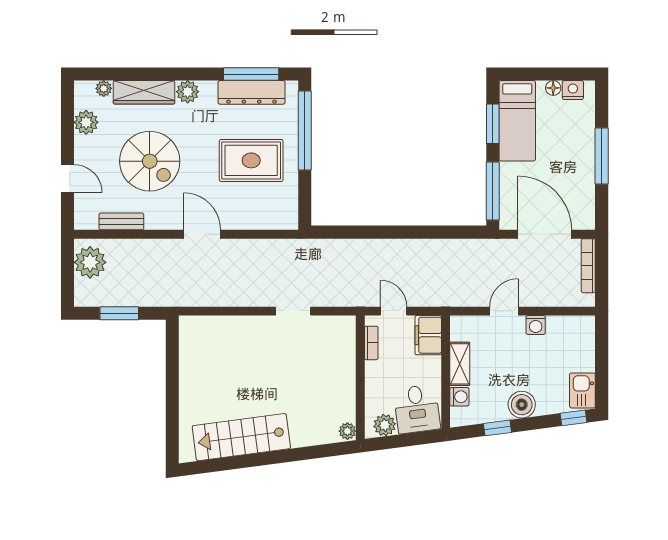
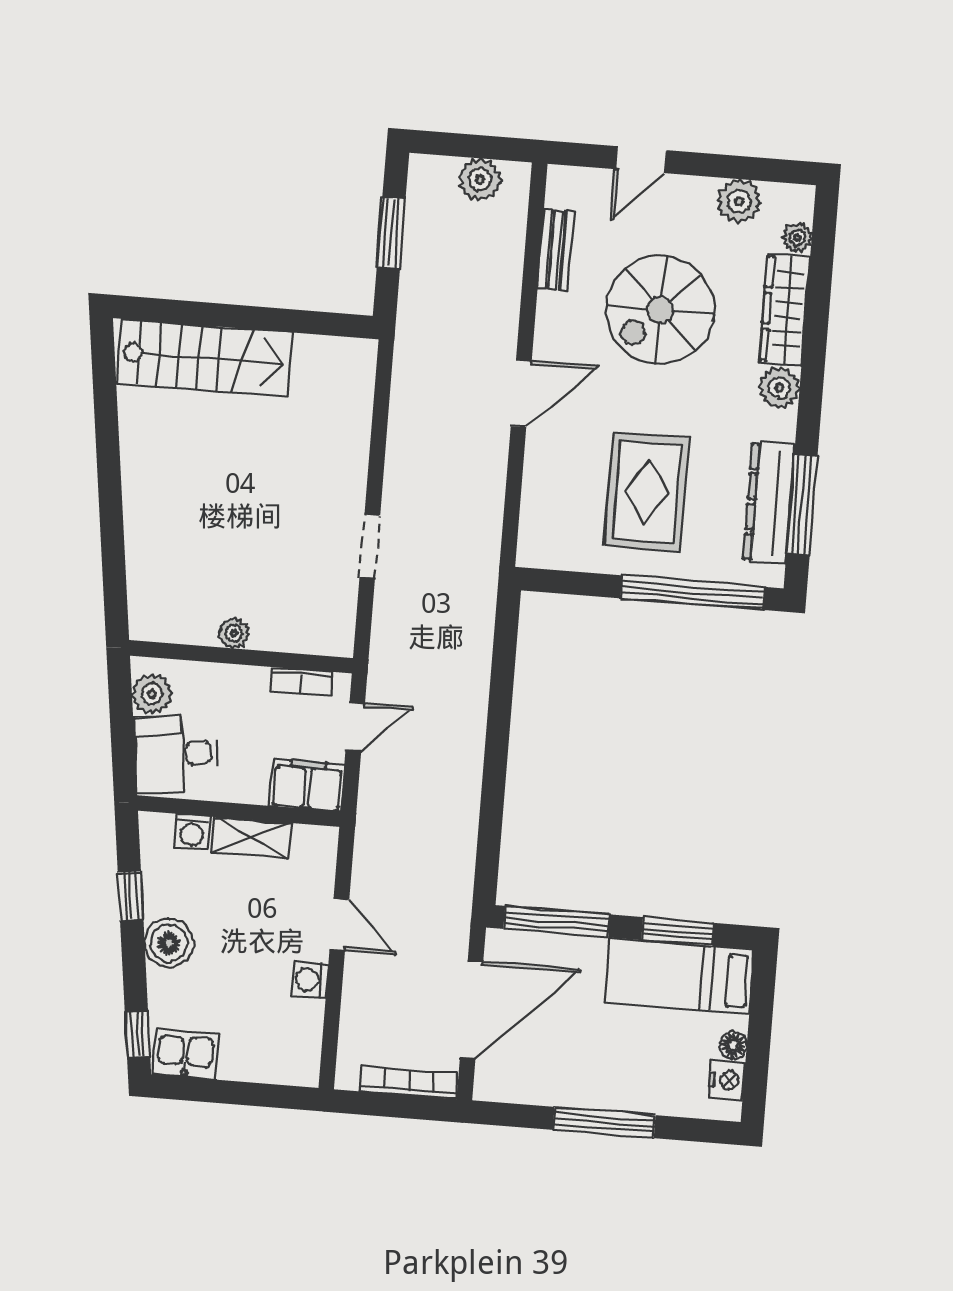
plant: (90, 262) -> (480, 180), width x0.73, depth x0.73
plant: (347, 431) -> (234, 633), moved
stairs: (241, 437) -> (204, 358), moved, turned 97

